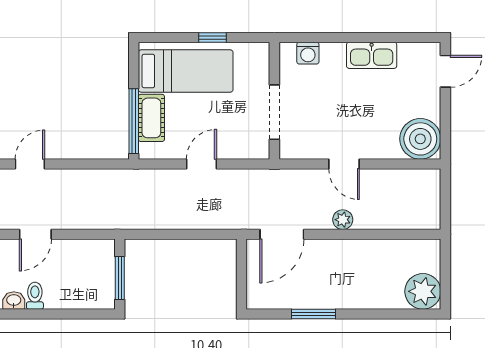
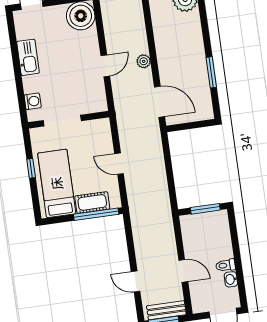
doorway: (274, 112) -> (62, 121), moved

